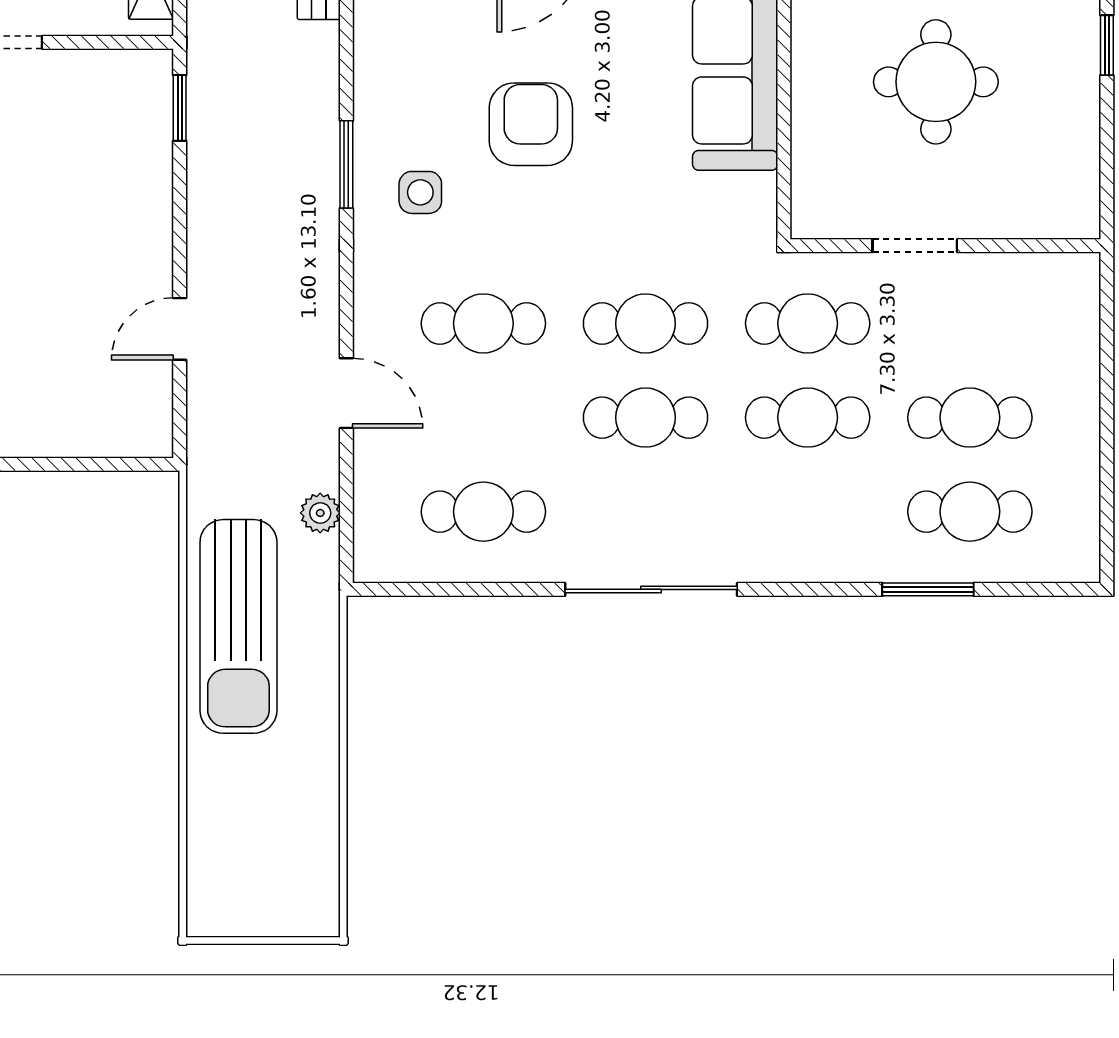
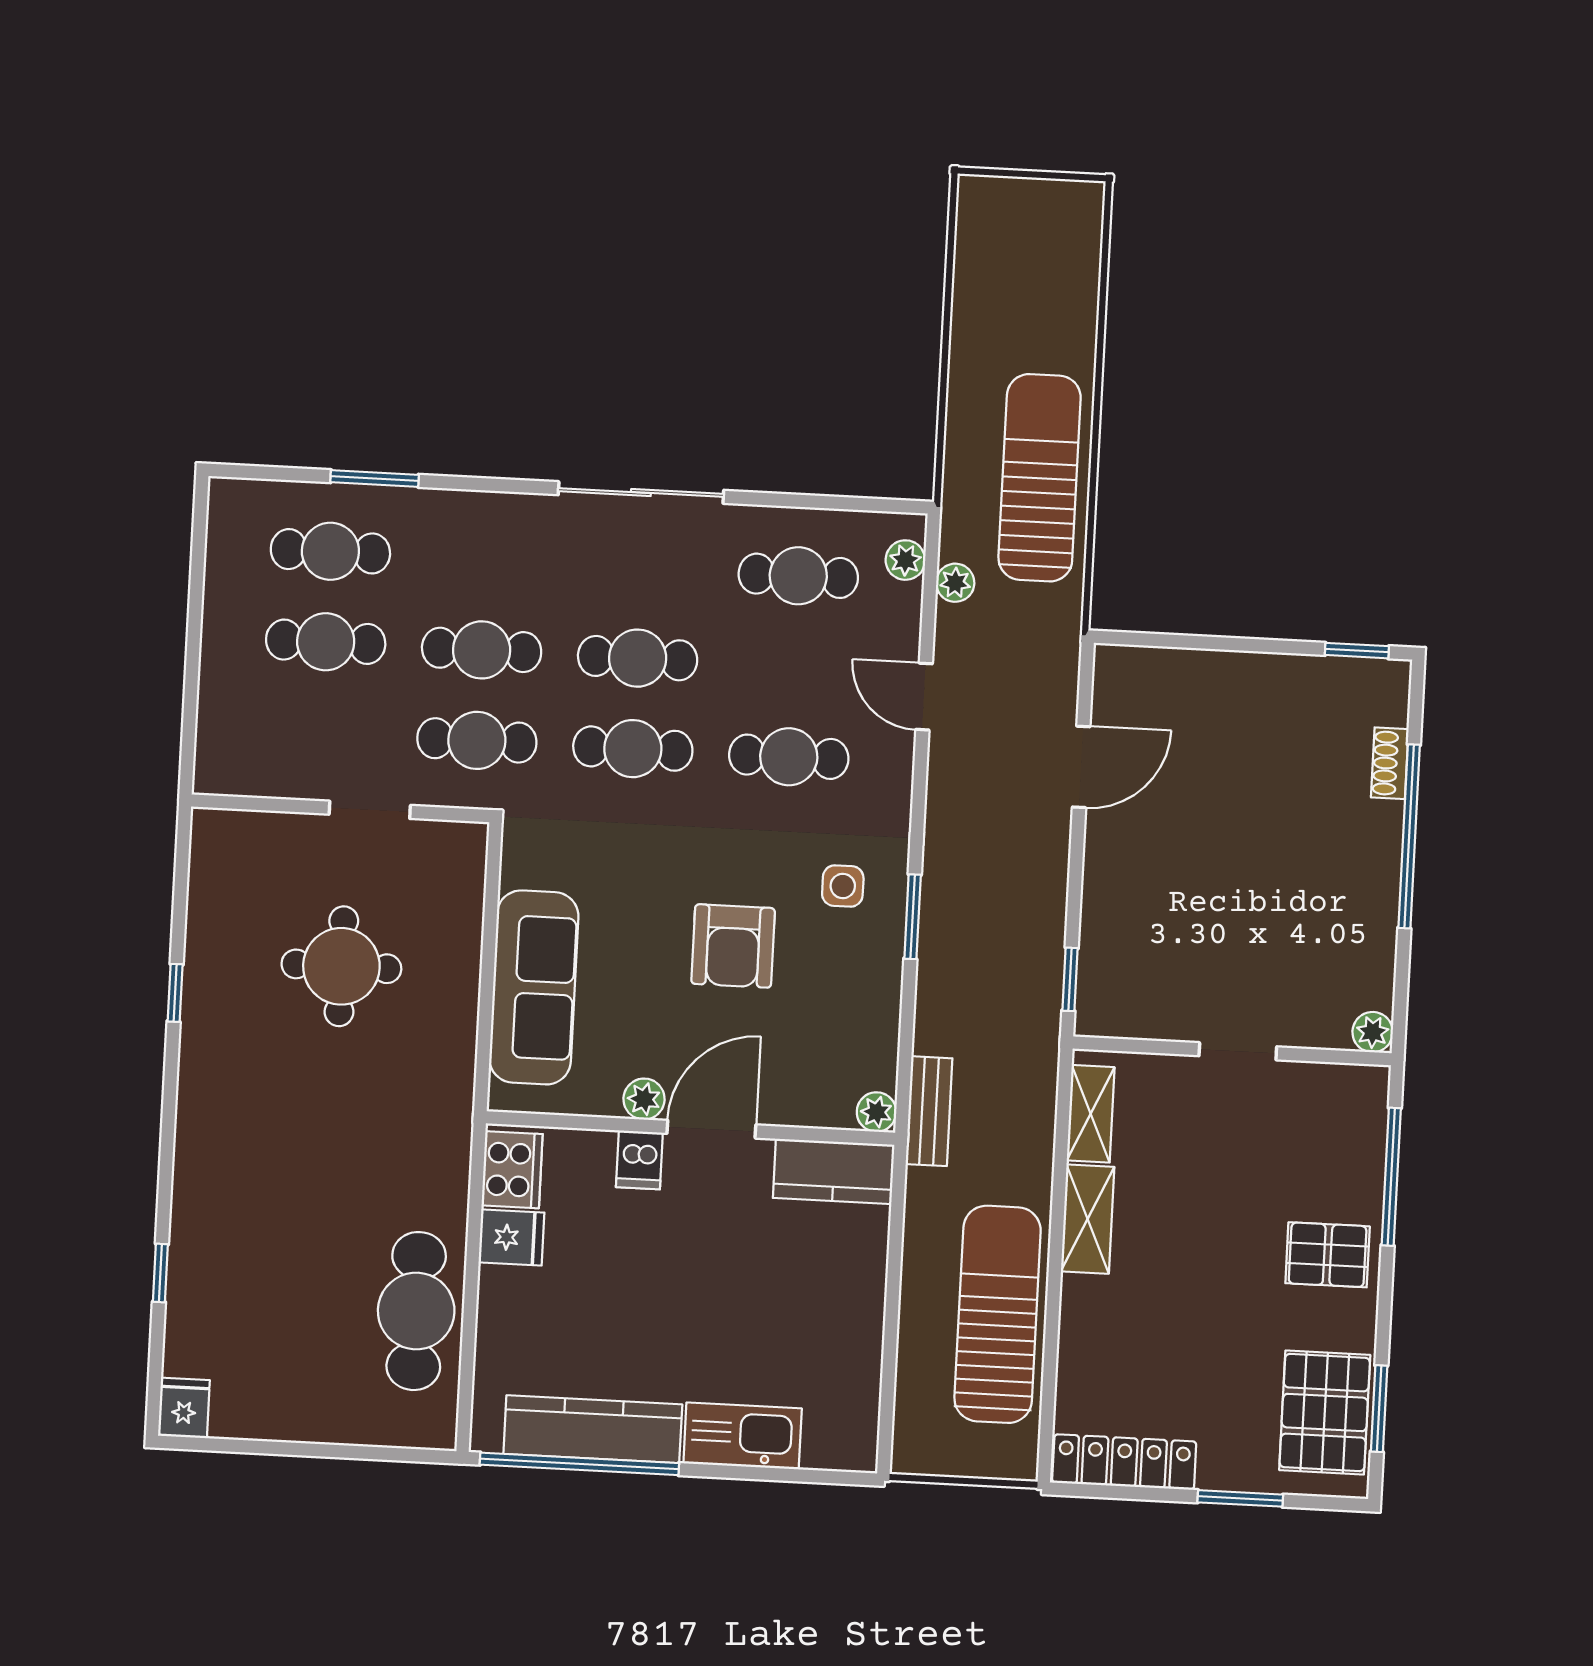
door: (180, 329) -> (1081, 767), width x1.37
plant: (373, 534) -> (905, 560), added

